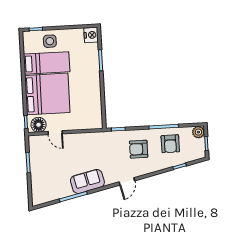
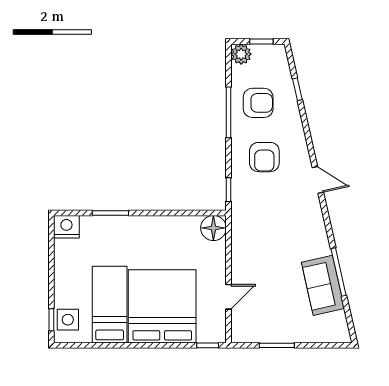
side table: (50, 41) -> (68, 320), moved
floor lamp: (39, 125) -> (213, 228), moved
sofa: (87, 181) -> (323, 285), moved

